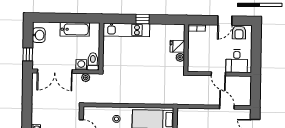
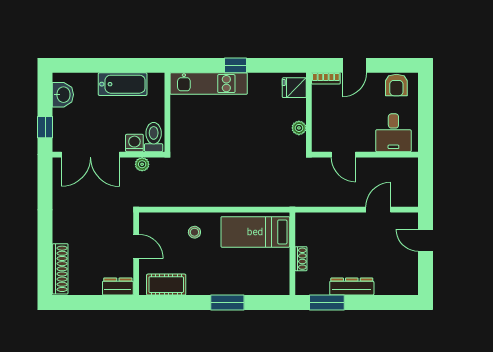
door: (225, 20) -> (354, 65), moved
fridge: (177, 46) -> (294, 88), moved
door: (218, 74) -> (343, 155), moved
door: (227, 107) -> (378, 210), hinge flipped

